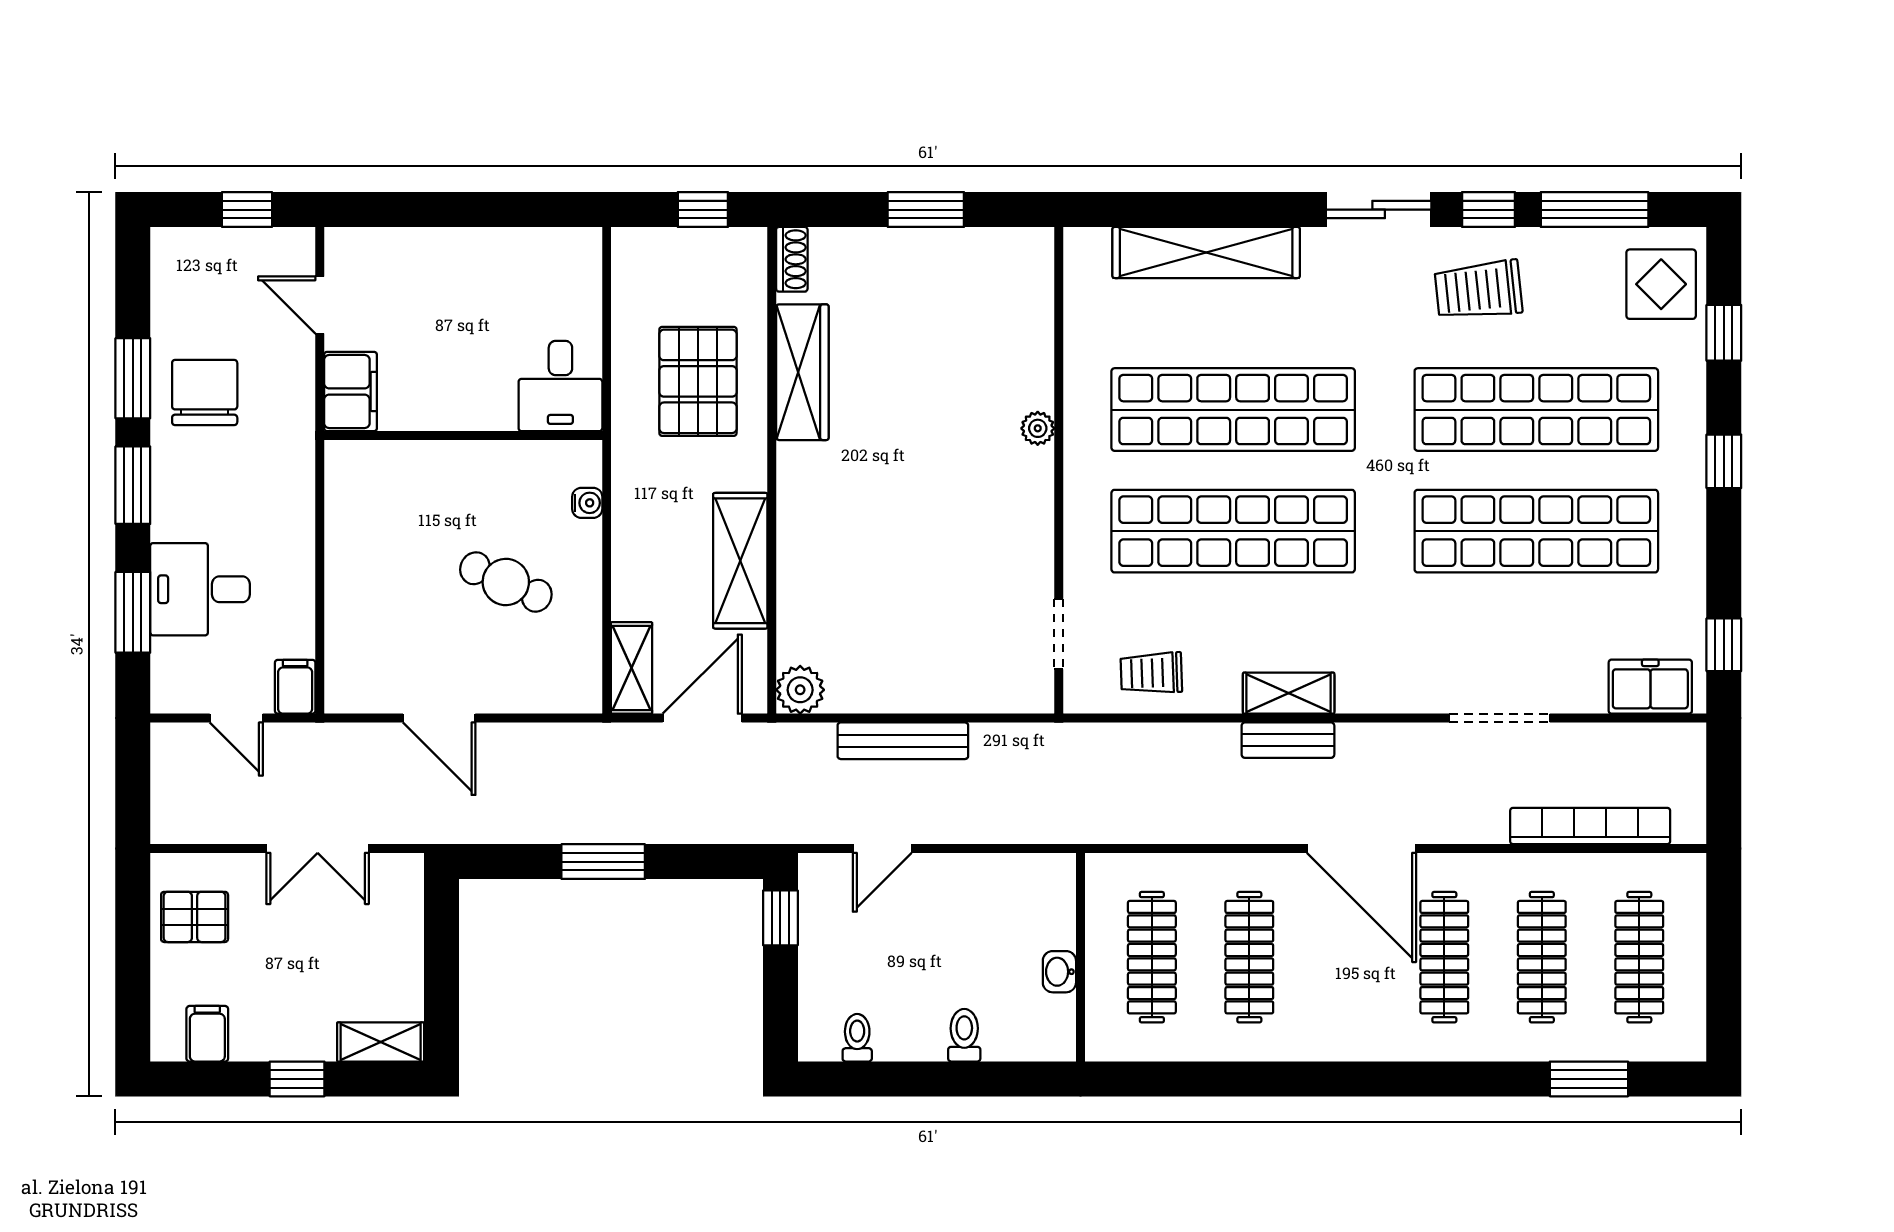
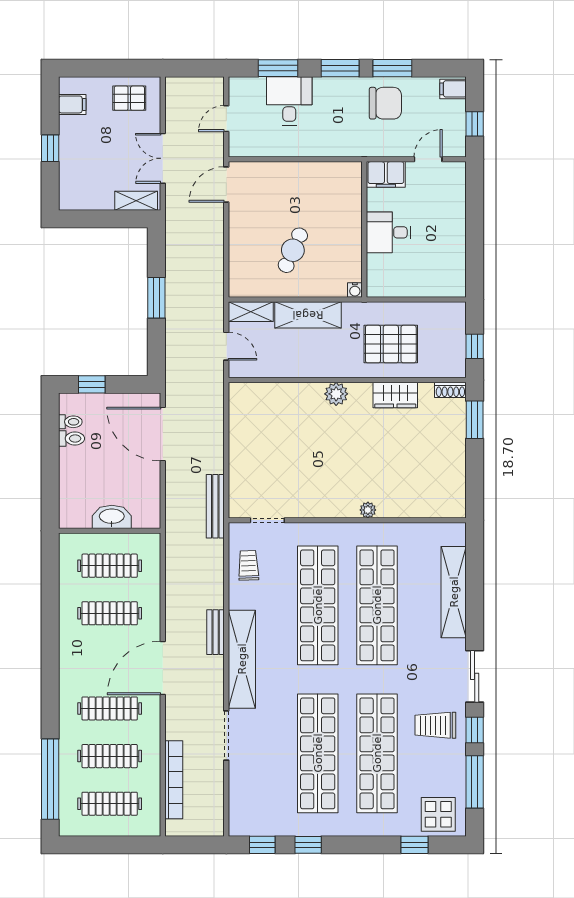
window: (926, 210) -> (475, 420), moved
trolley: (1478, 290) -> (435, 725), turned -84
wardrobe: (802, 372) -> (395, 395), width x0.67
desk: (560, 386) -> (389, 232), moved
window: (1724, 461) -> (308, 845), moved
water cooler: (587, 503) -> (355, 290), moved
shelving: (740, 561) -> (308, 315), moved
filing cabinet: (295, 687) -> (453, 89), moved, turned 180
freezer: (1650, 687) -> (242, 809), removed
plant: (800, 690) -> (336, 394), moved
shelving: (1289, 693) -> (242, 659), width x2.20, depth x1.33
door: (439, 718) -> (226, 184), moved
door: (702, 718) -> (226, 346), width x0.73
bench: (903, 741) -> (215, 506), moved
door: (882, 849) -> (163, 434), width x1.87
pallet: (195, 917) -> (129, 98), turned 90
window: (780, 918) -> (92, 384), moved
washbasin: (1059, 972) -> (112, 517), width x1.91, depth x1.45
toilet: (964, 1035) -> (72, 439), moved
shelving: (381, 1042) -> (136, 201), moved, turned 90
window: (1589, 1079) -> (50, 779), width x2.11

